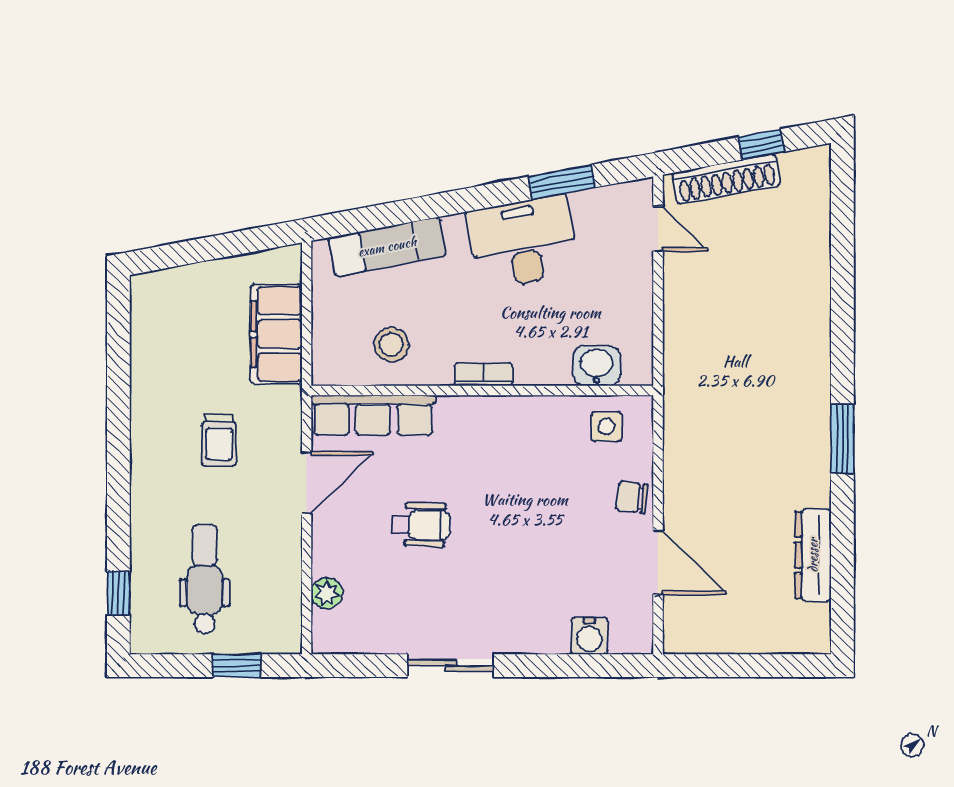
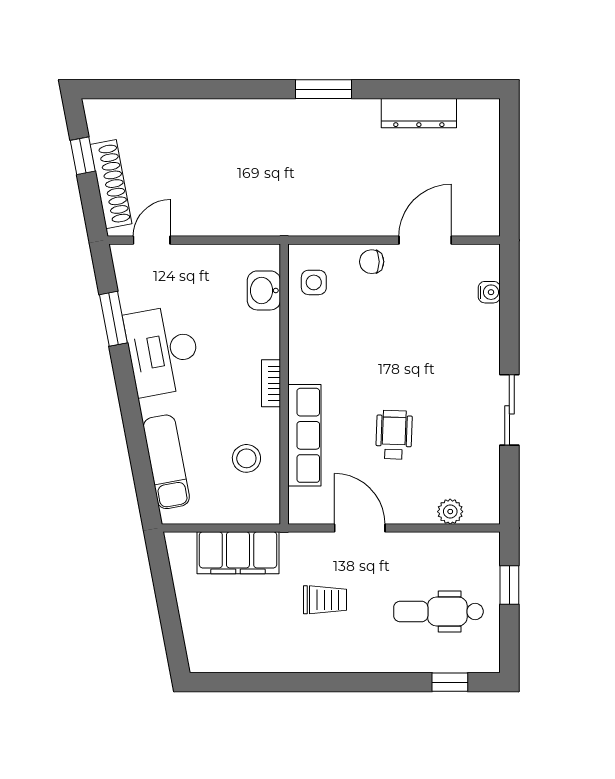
row of seats: (373, 415) -> (304, 435), moved
chair: (632, 497) -> (372, 262), turned 83
water cooler: (589, 636) -> (489, 292), width x0.72, depth x0.72

